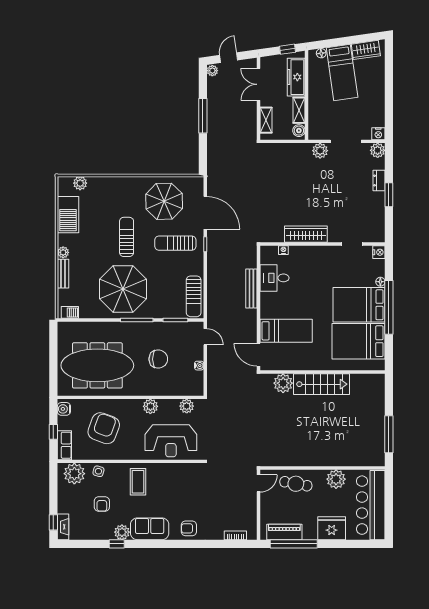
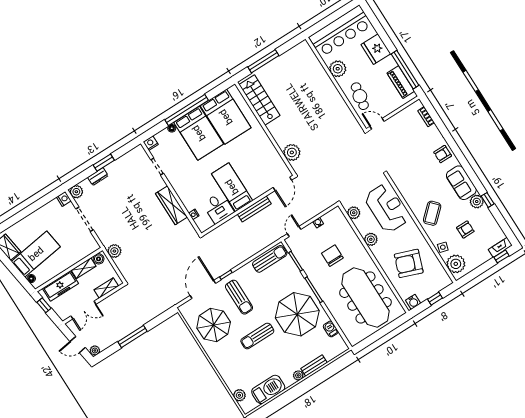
plant: (320, 151) -> (114, 251), moved
bench: (251, 288) -> (254, 209), moved
barbecue: (70, 312) -> (331, 329), moved
bed: (286, 331) -> (232, 187), moved
stairs: (322, 384) -> (260, 100), moved
window: (389, 434) -> (263, 61), moved
row of seats: (64, 445) -> (440, 284), removed
coffee table: (138, 482) -> (432, 213), turned -43
armchair: (189, 528) -> (443, 154), turned 90

